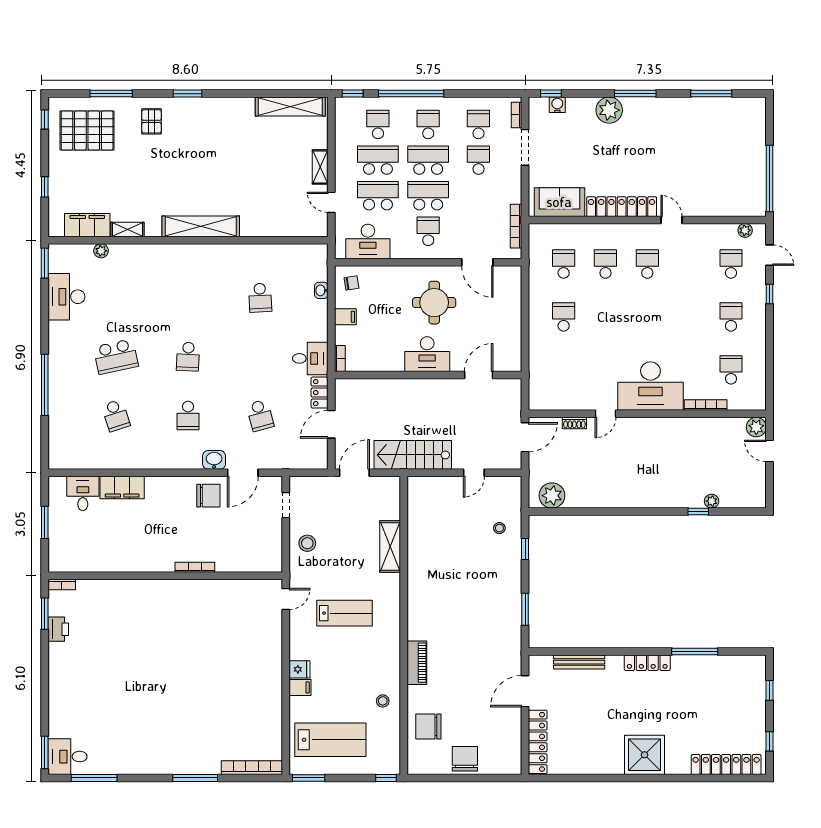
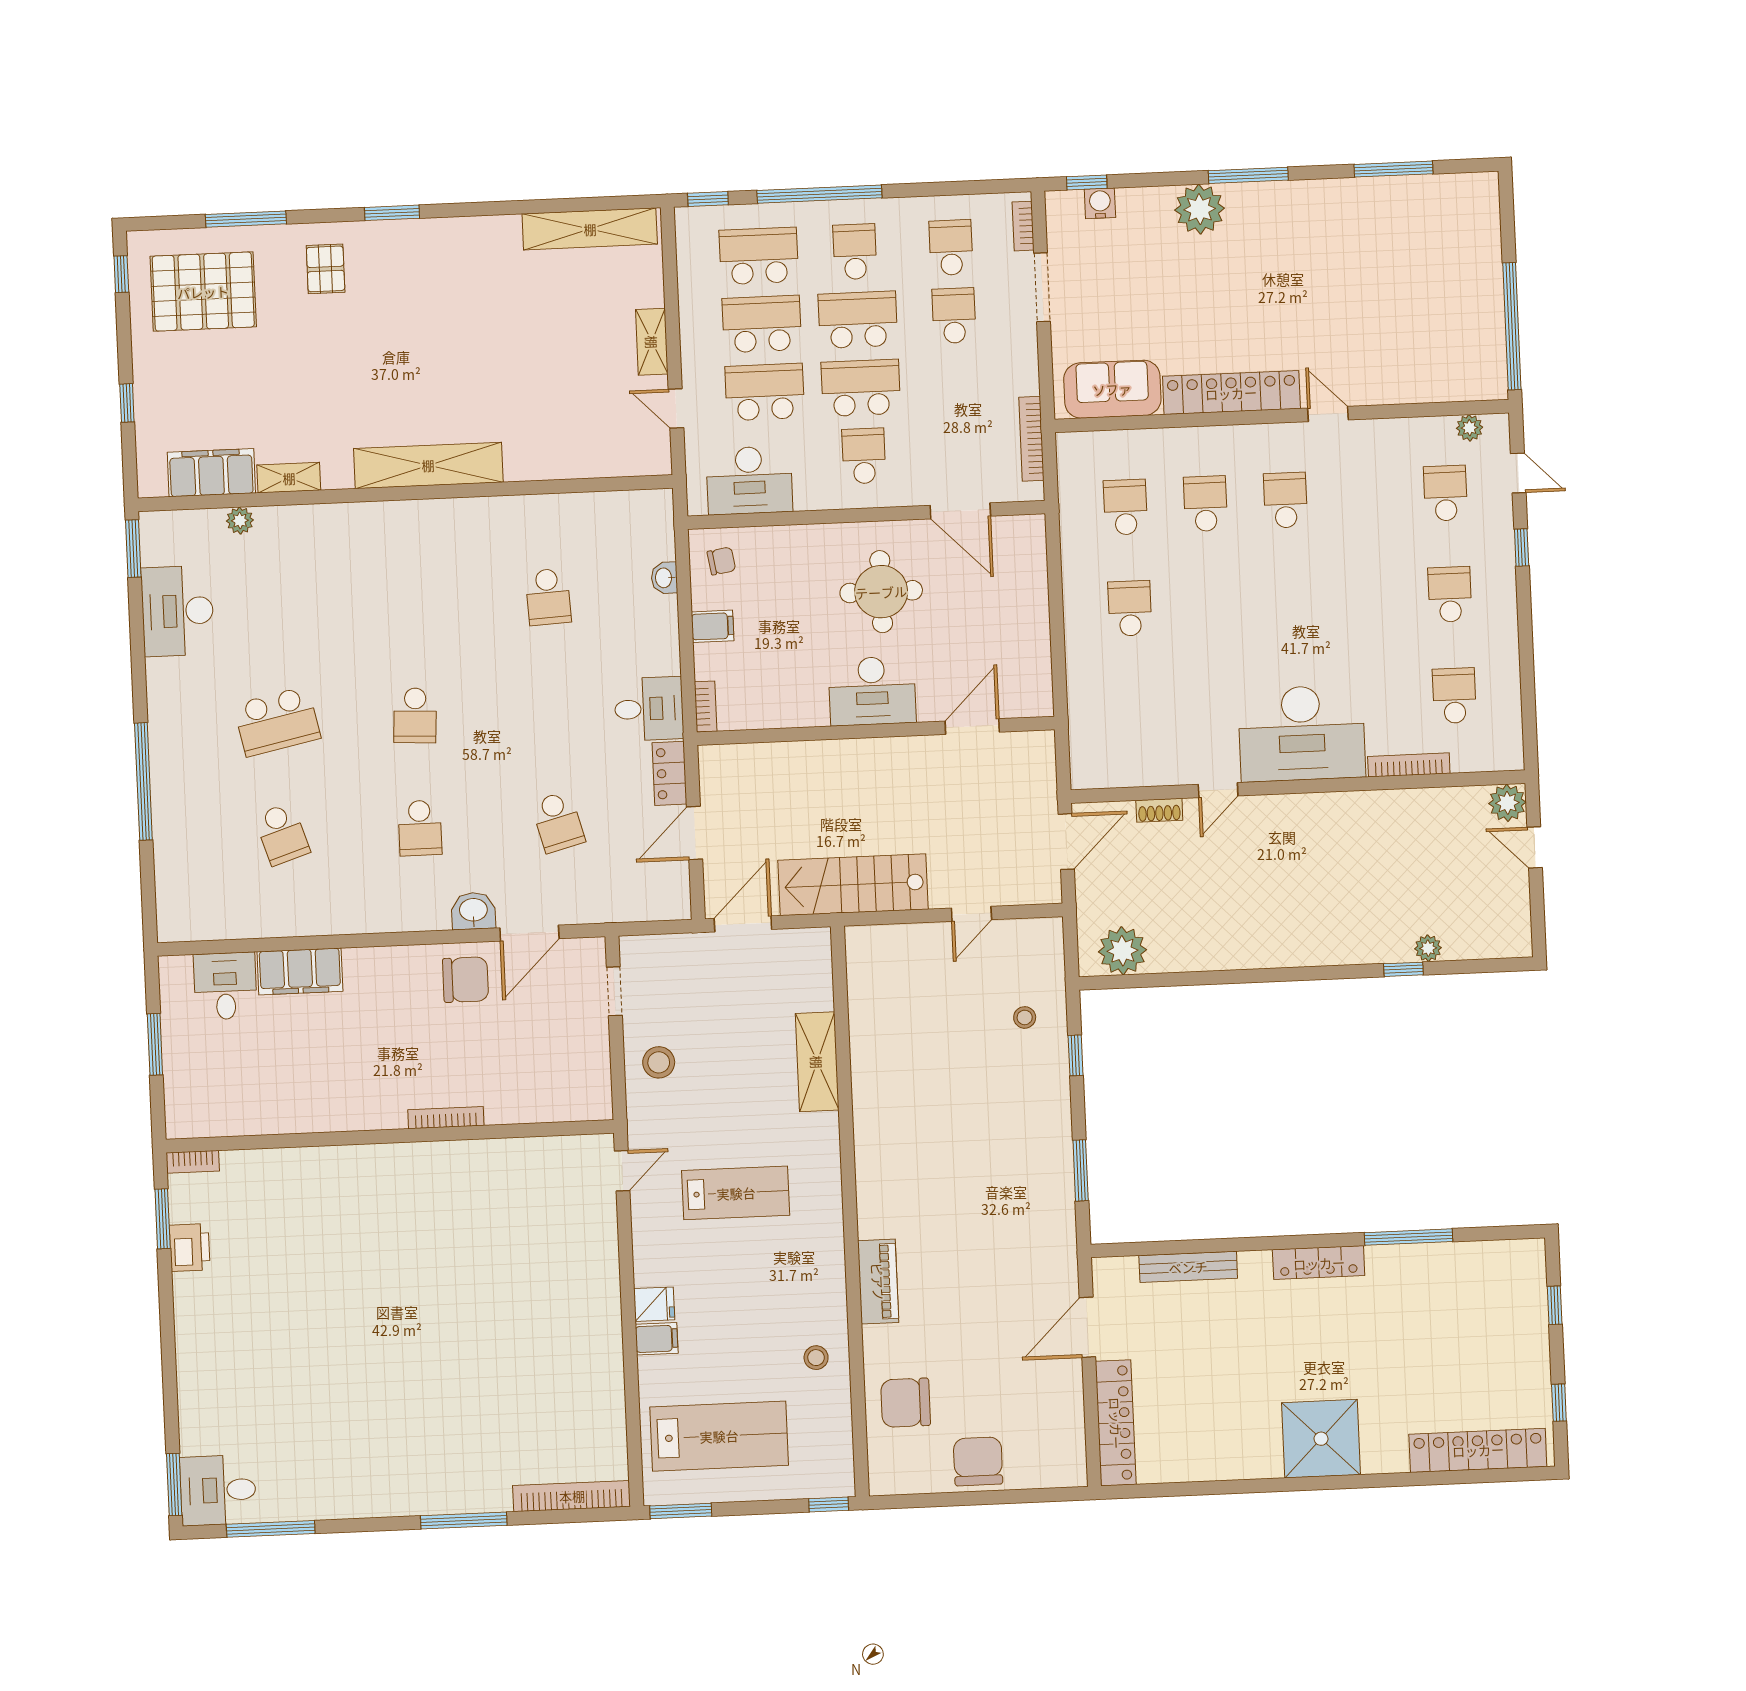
school desk: (378, 124) -> (759, 256), width x1.85

